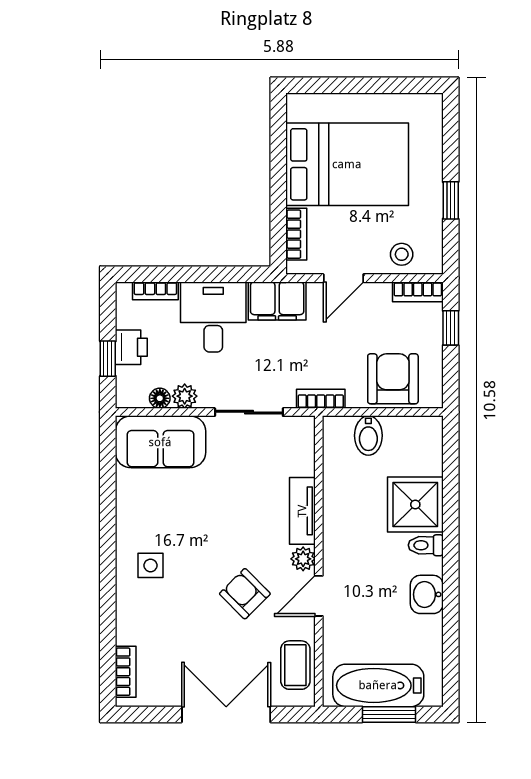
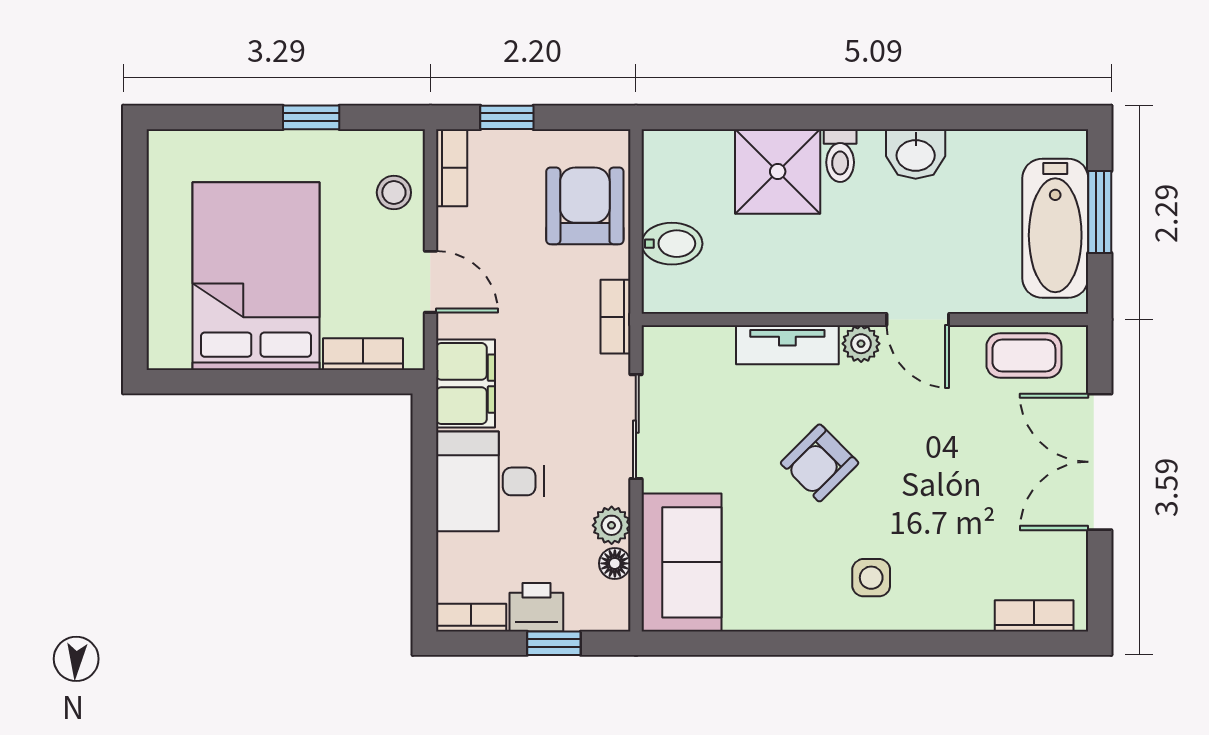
bookcase: (155, 291) -> (471, 618), moved, turned -90
armchair: (393, 379) -> (585, 206), turned 90
armchair: (245, 594) -> (820, 463), moved

